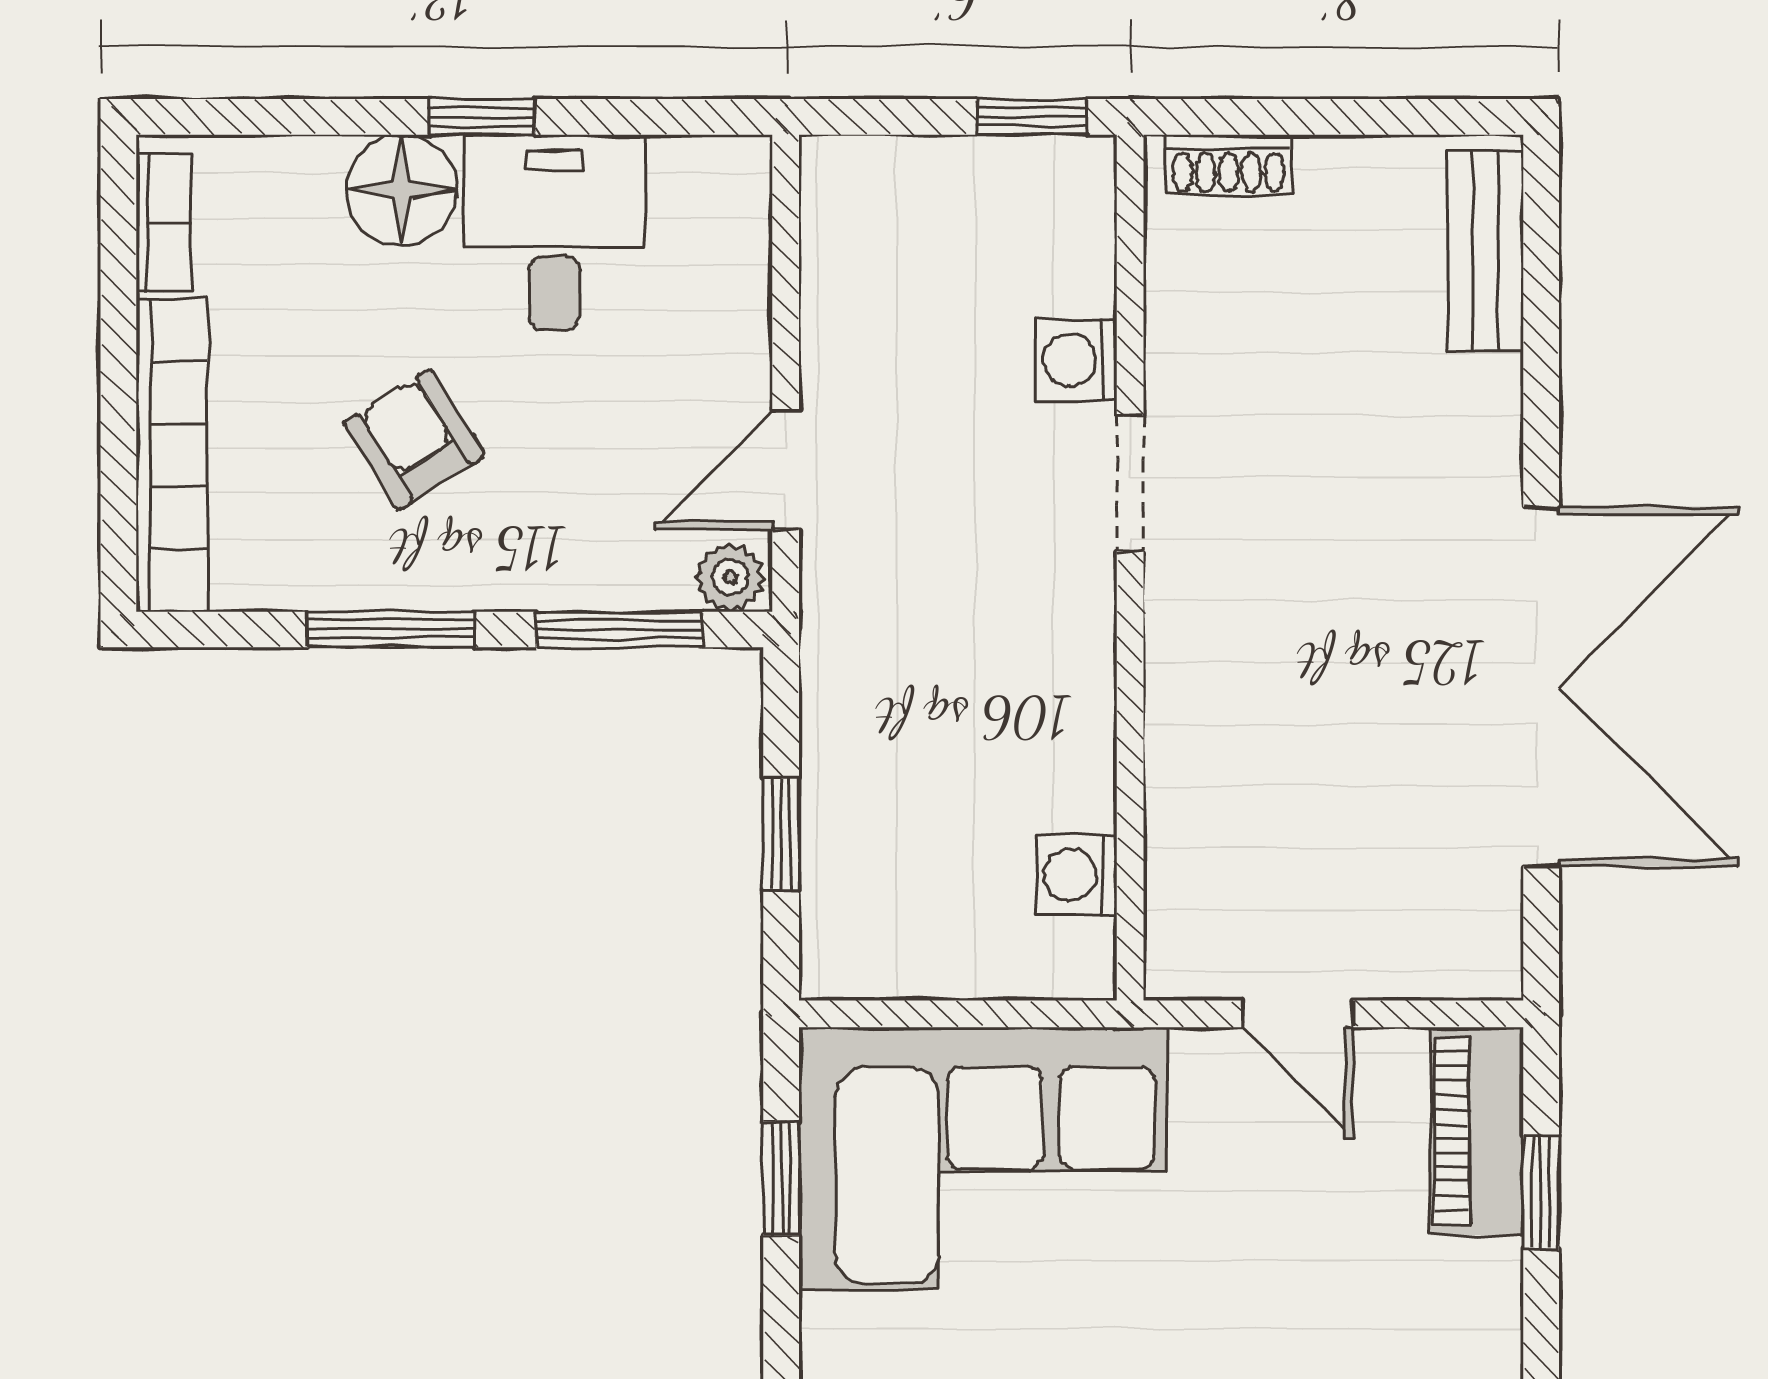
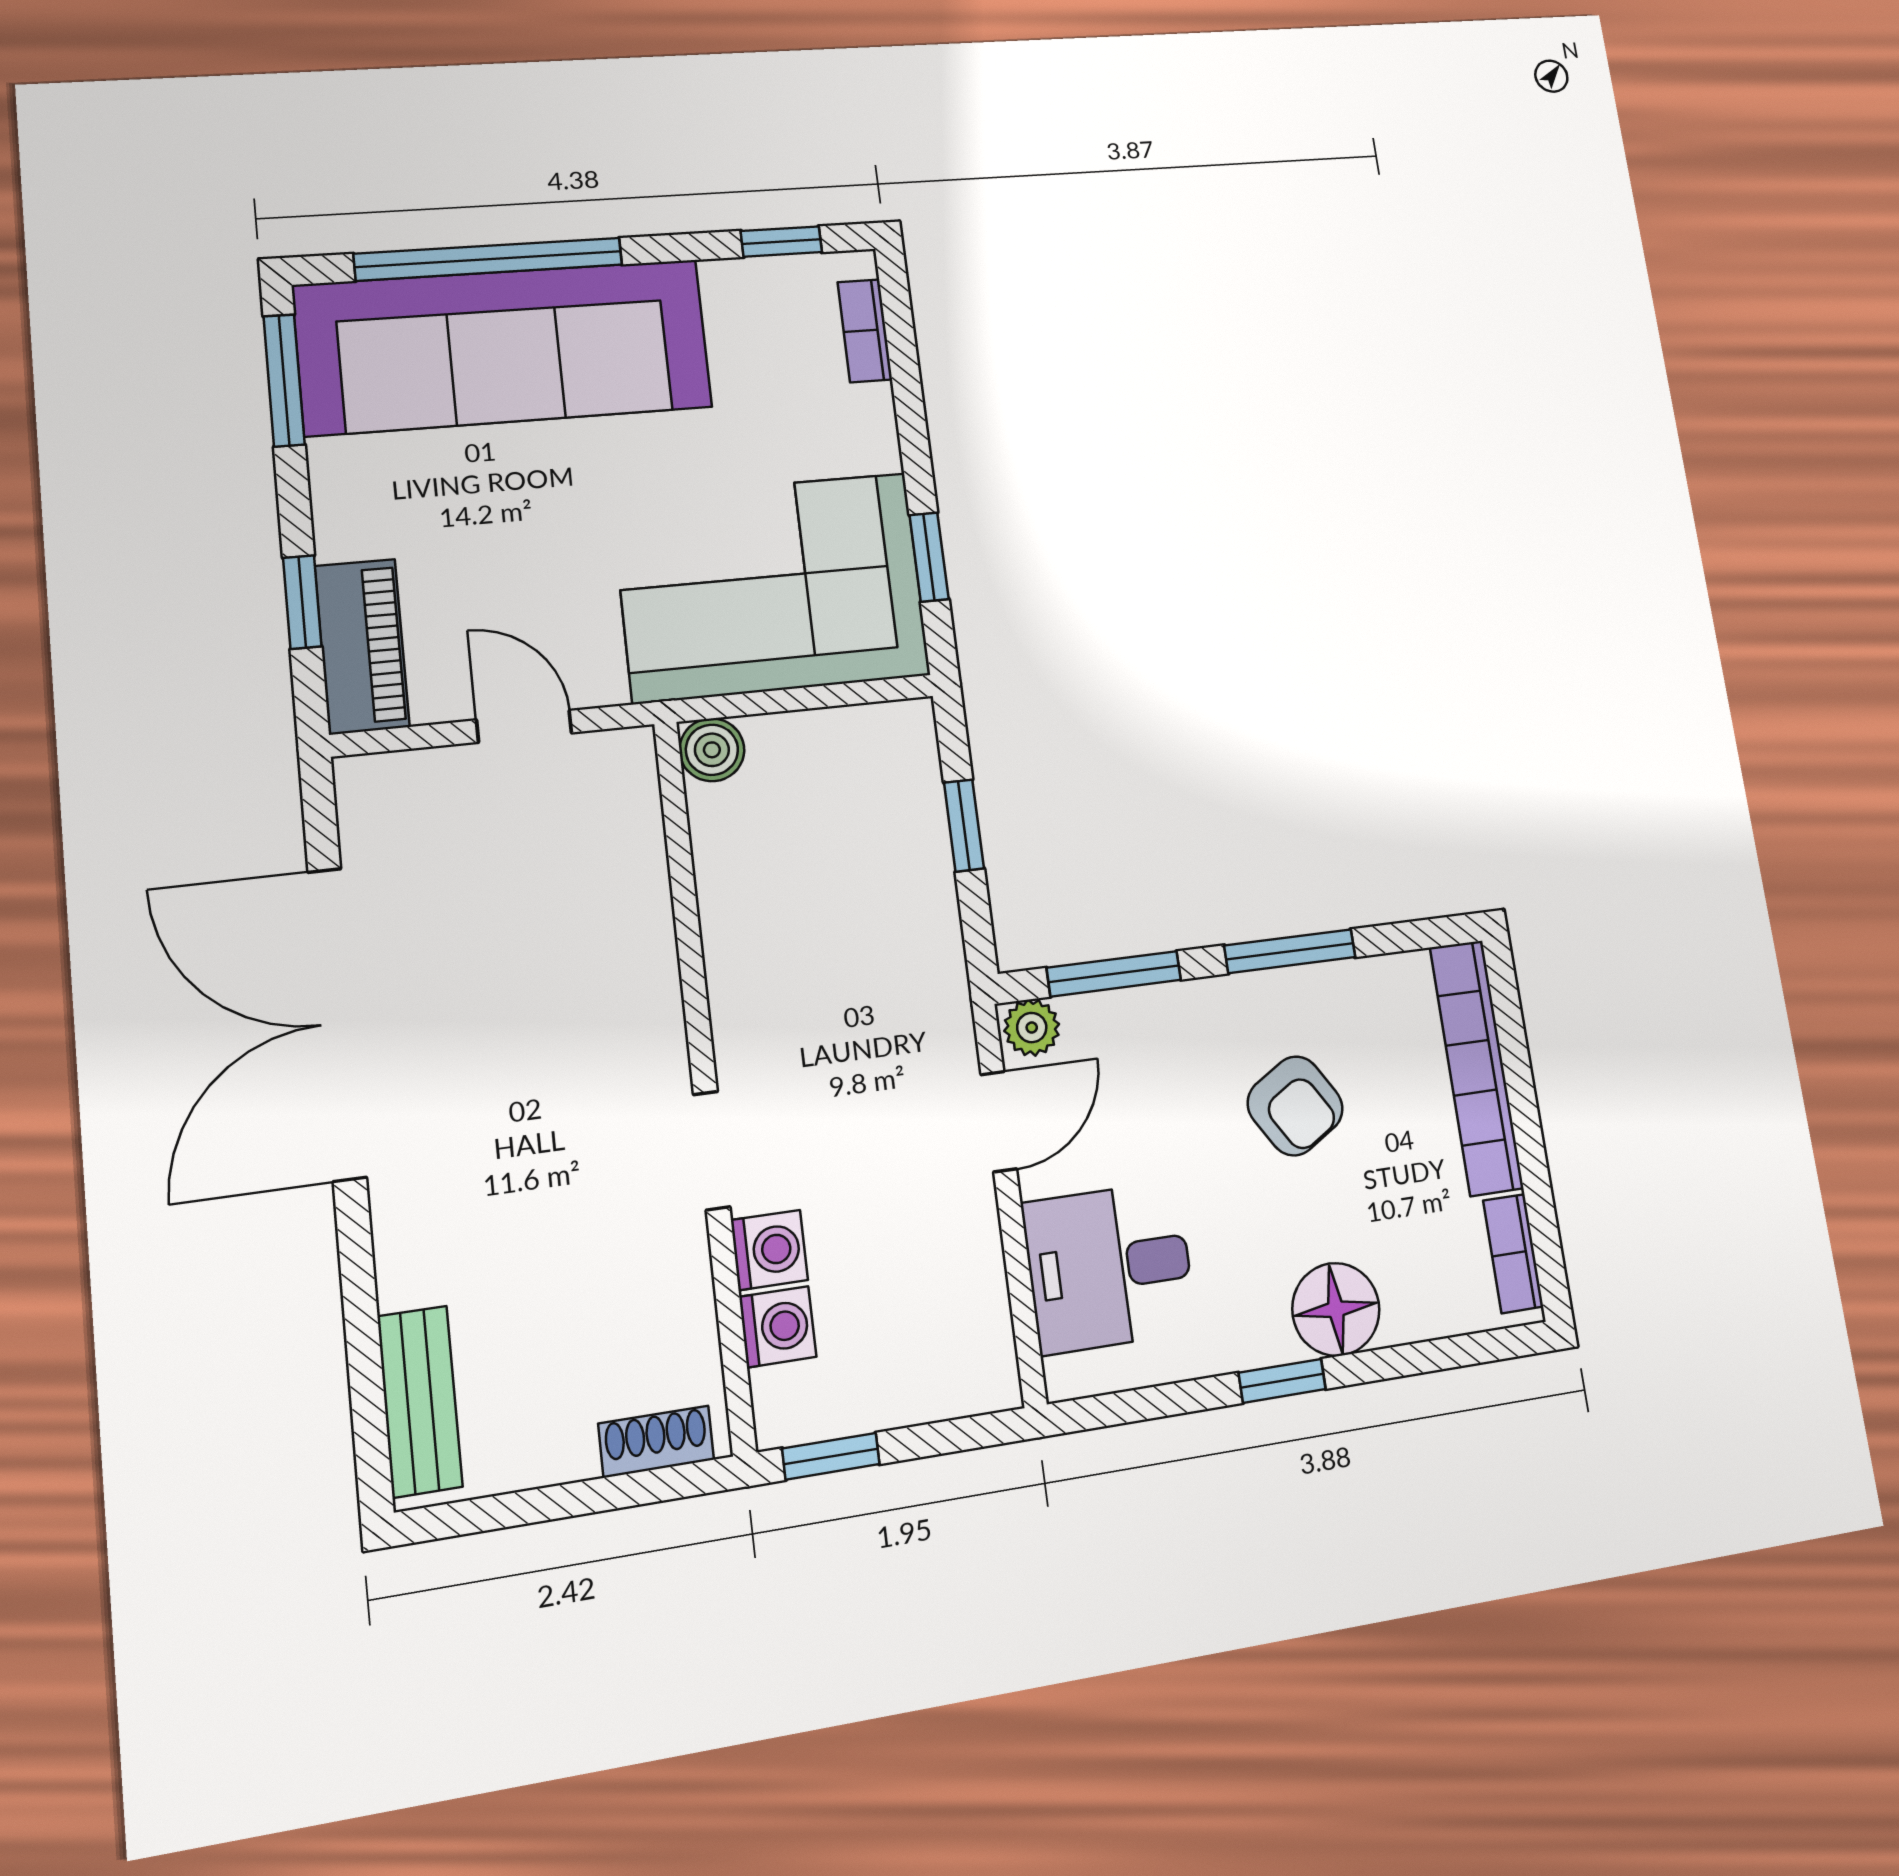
desk: (555, 232) -> (1109, 1267), moved, turned 90
washing machine: (1076, 875) -> (778, 1327), moved
boiler: (1078, 962) -> (712, 750), added

